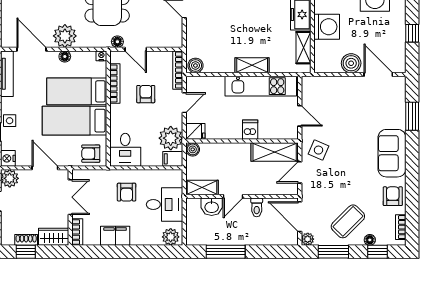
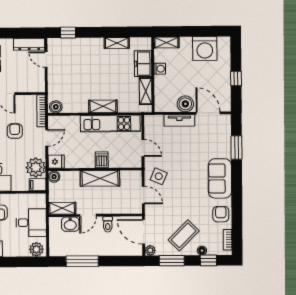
washing machine: (327, 27) -> (160, 69), width x0.53, depth x0.53
tv unit: (344, 83) -> (179, 120), added
shelving: (275, 152) -> (100, 178), moved
door: (300, 172) -> (143, 195), swing flipped

